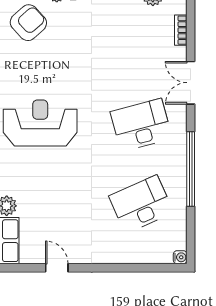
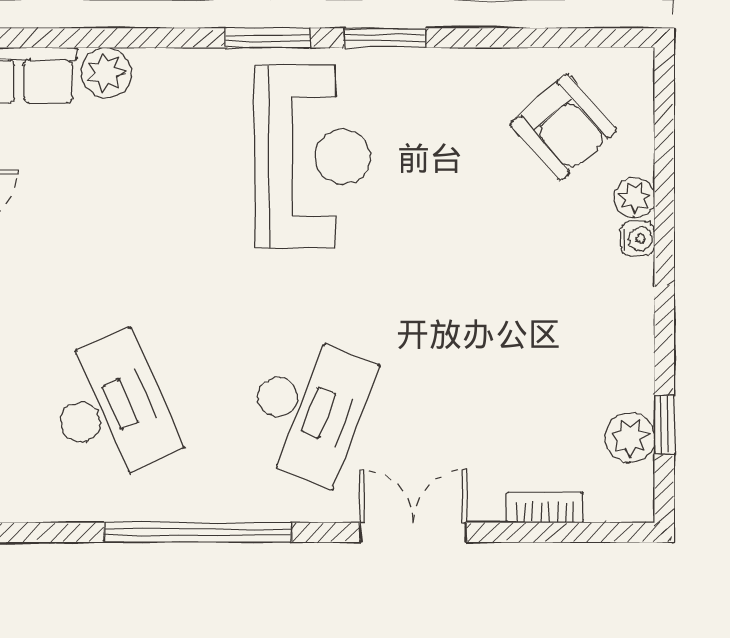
desk: (141, 125) -> (308, 409), turned 36

